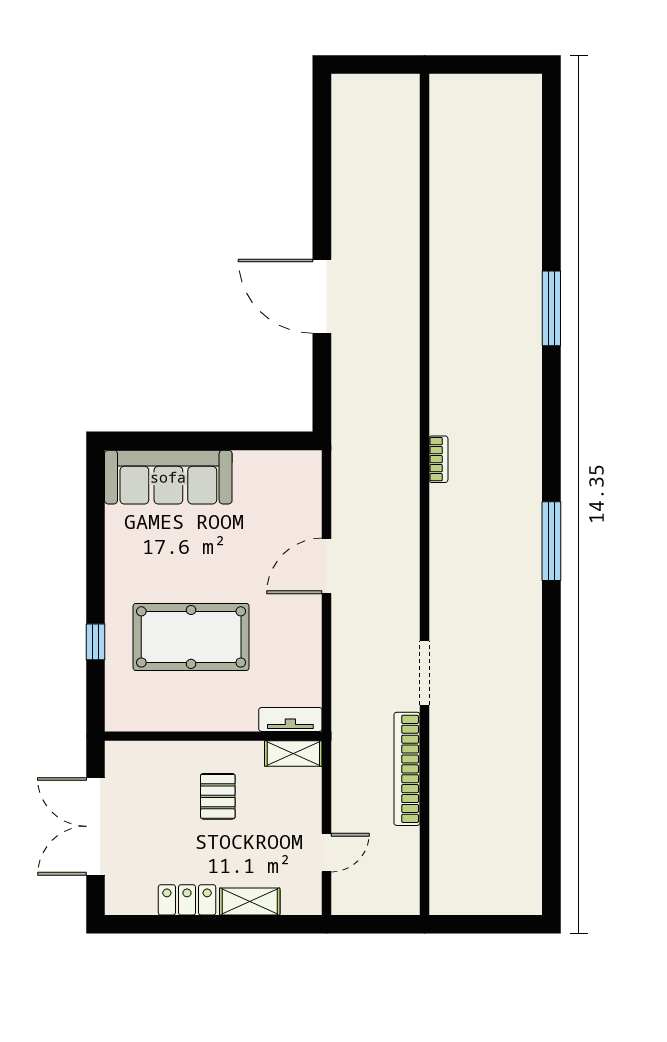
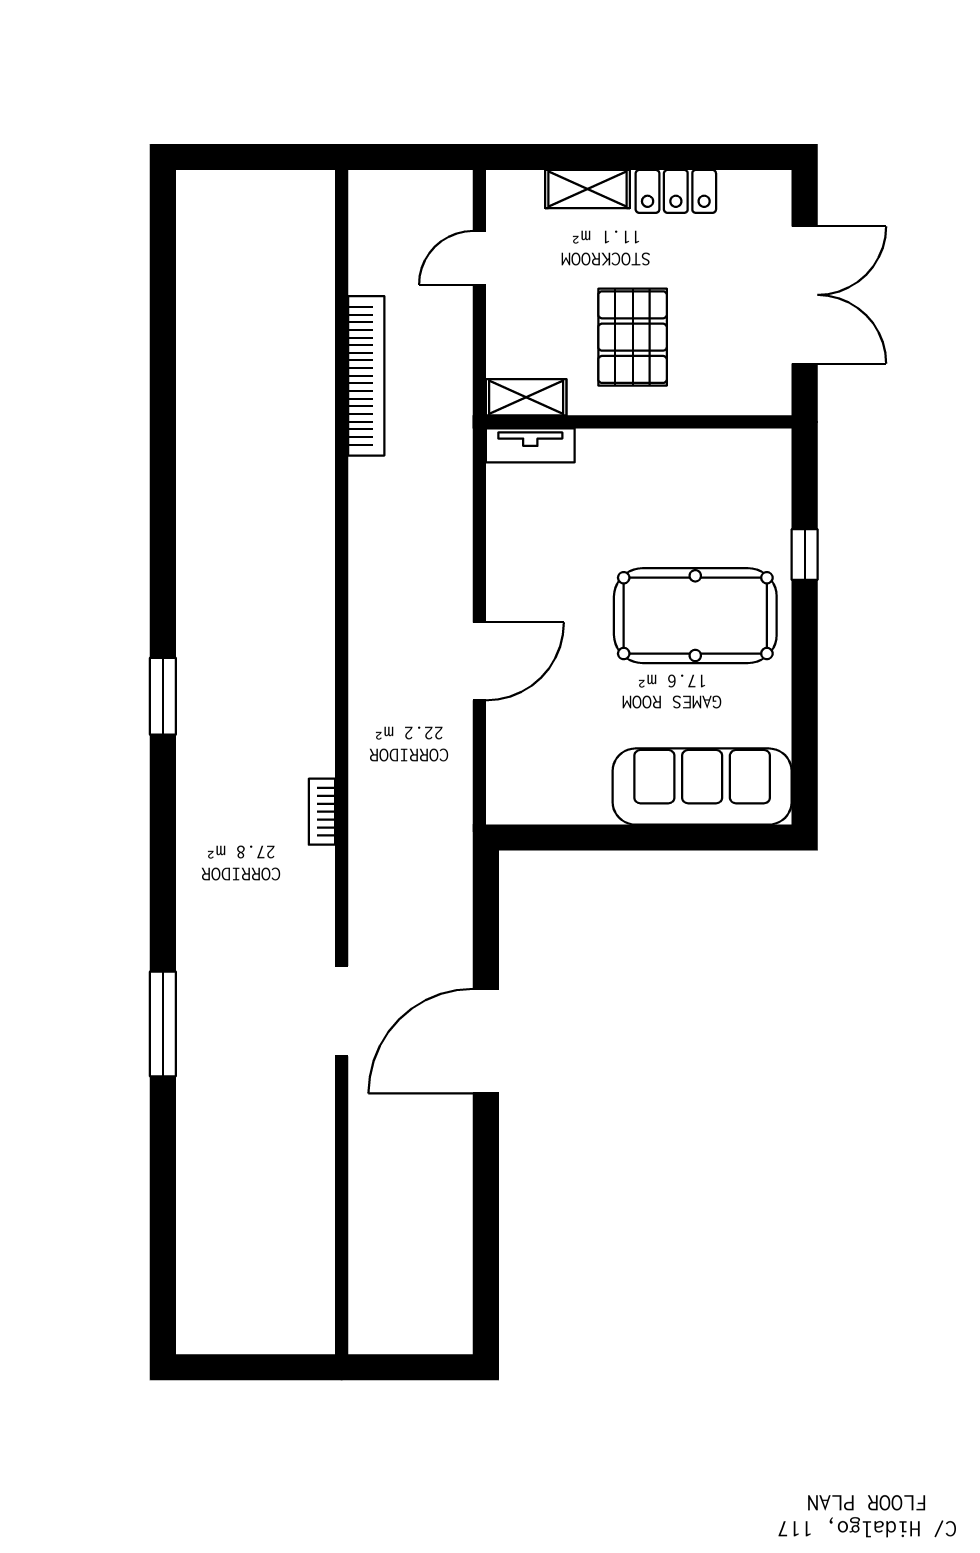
door: (322, 296) -> (486, 1041), swing flipped
window: (551, 541) -> (163, 696), width x0.69
pool table: (191, 637) -> (695, 616), moved
doorway: (424, 673) -> (342, 1011), moved
pallet: (218, 796) -> (633, 337), width x1.50, depth x1.42

